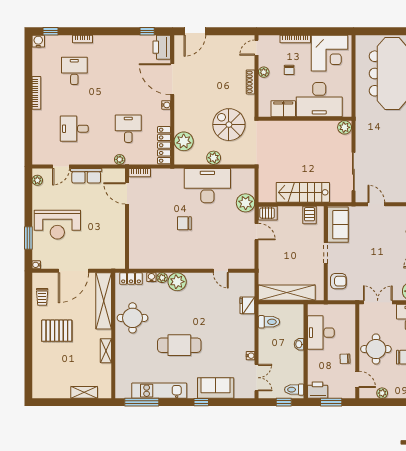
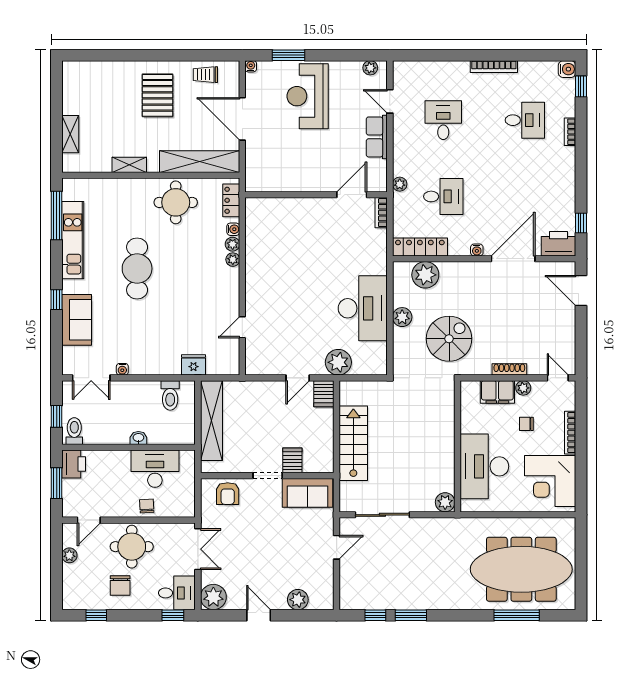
filing cabinet: (283, 109) -> (497, 392), moved, turned 90
server rack: (310, 215) -> (292, 460), moved, turned 90
chair: (184, 223) -> (309, 276), removed
plant: (177, 282) -> (233, 260), width x0.53, depth x0.53
chair: (345, 359) -> (147, 506), moved

